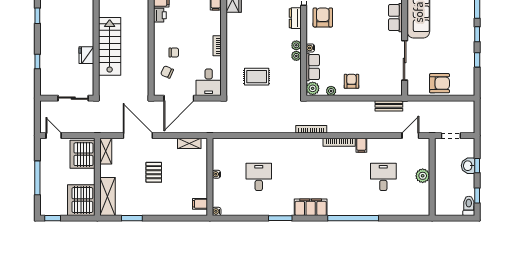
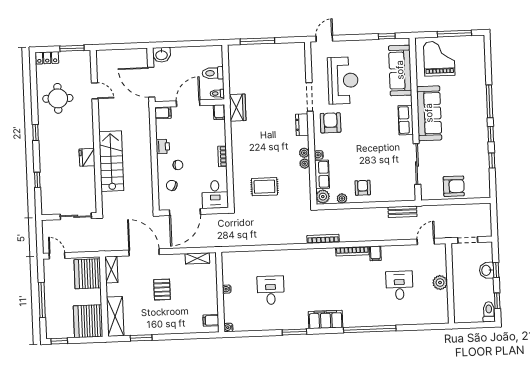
printer: (160, 15) -> (163, 147), moved
fridge: (86, 55) -> (87, 157), moved

